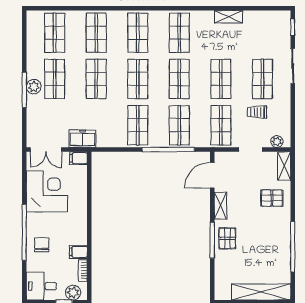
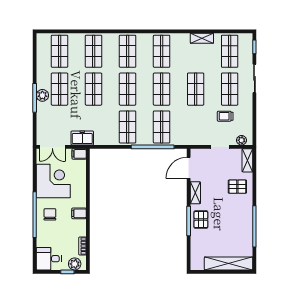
shop shelf: (221, 125) -> (230, 51), moved
chair: (42, 245) -> (50, 214), moved
filing cabinet: (78, 252) -> (79, 213), moved

